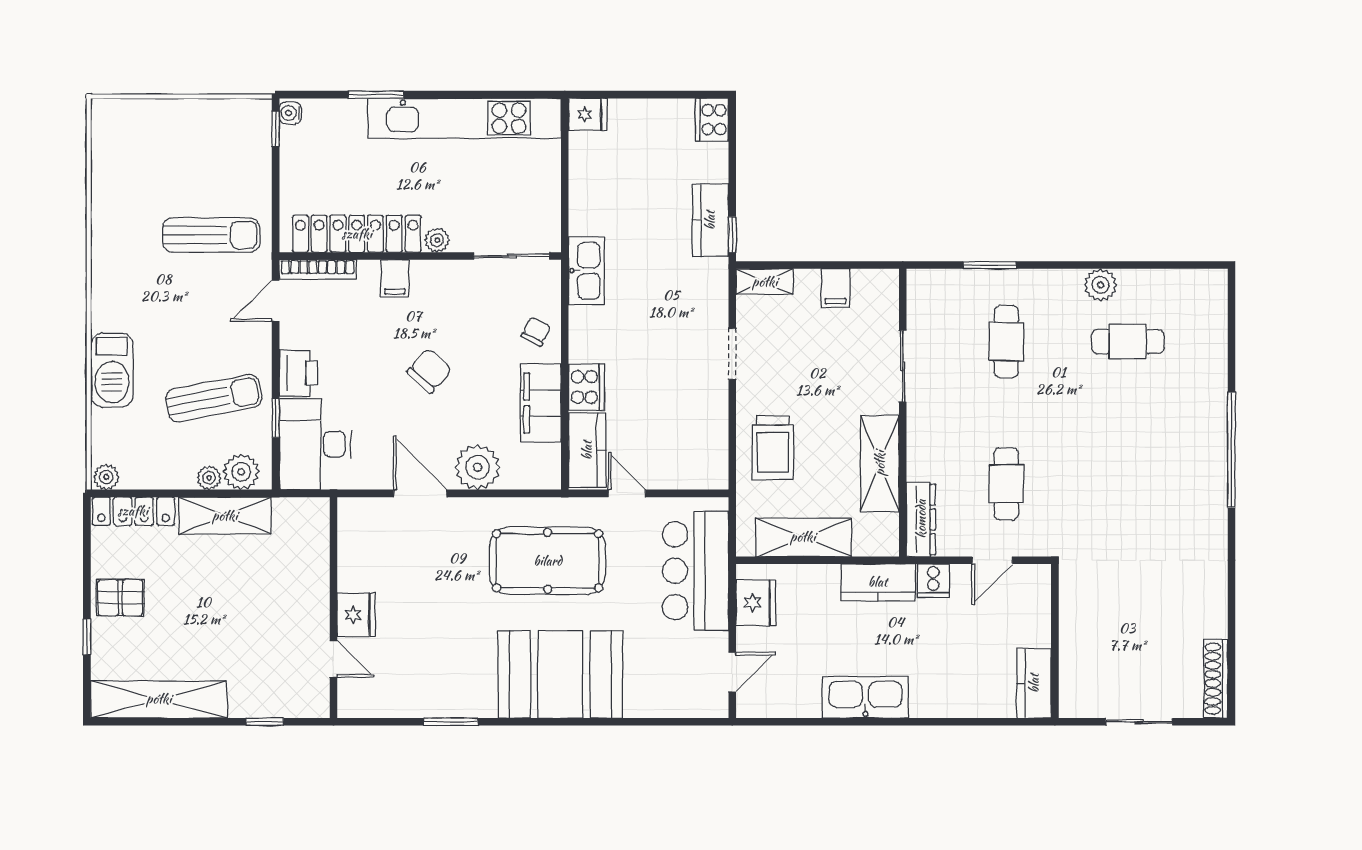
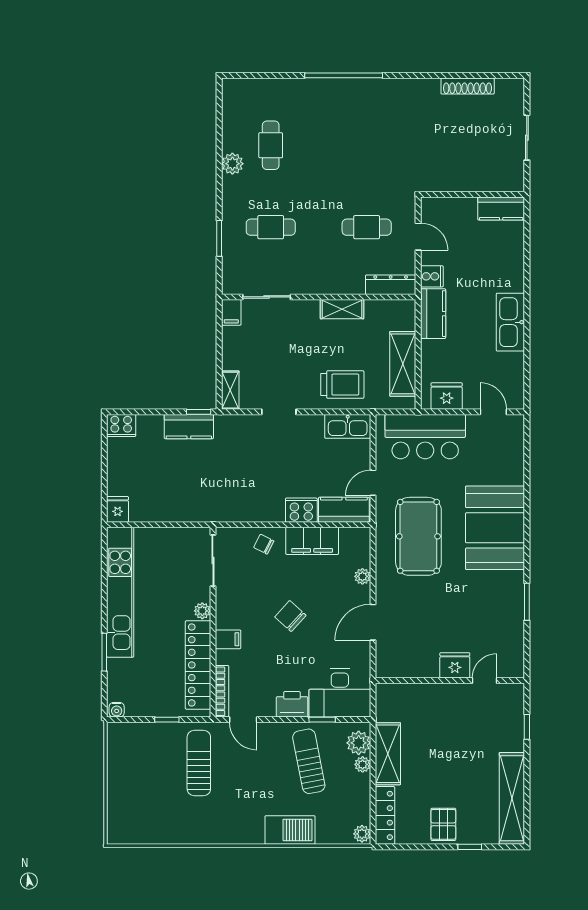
window: (276, 129) -> (167, 720), moved
kitchen sink: (586, 271) -> (348, 426), moved, turned 180
filing cabinet: (836, 288) -> (231, 312), moved, turned 90
sliding door: (903, 366) -> (267, 297), moved
shelving: (880, 463) -> (342, 309), width x0.67, depth x0.75
plant: (478, 467) -> (362, 576), width x0.53, depth x0.53
shoe rack: (1216, 679) -> (468, 86), moved

